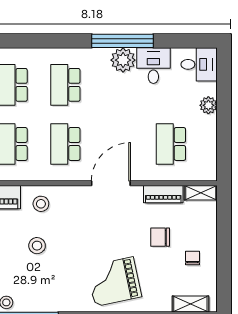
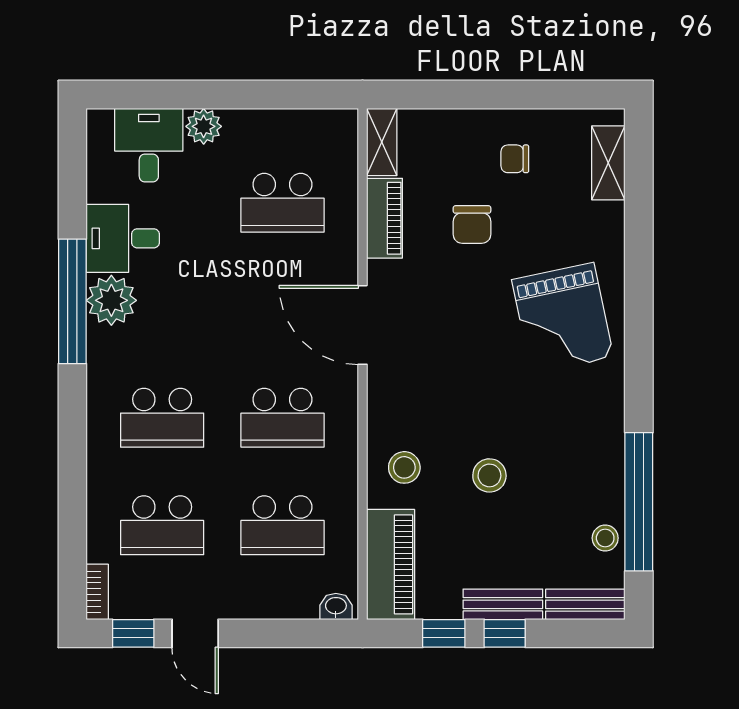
desk: (199, 64) -> (149, 145), moved

